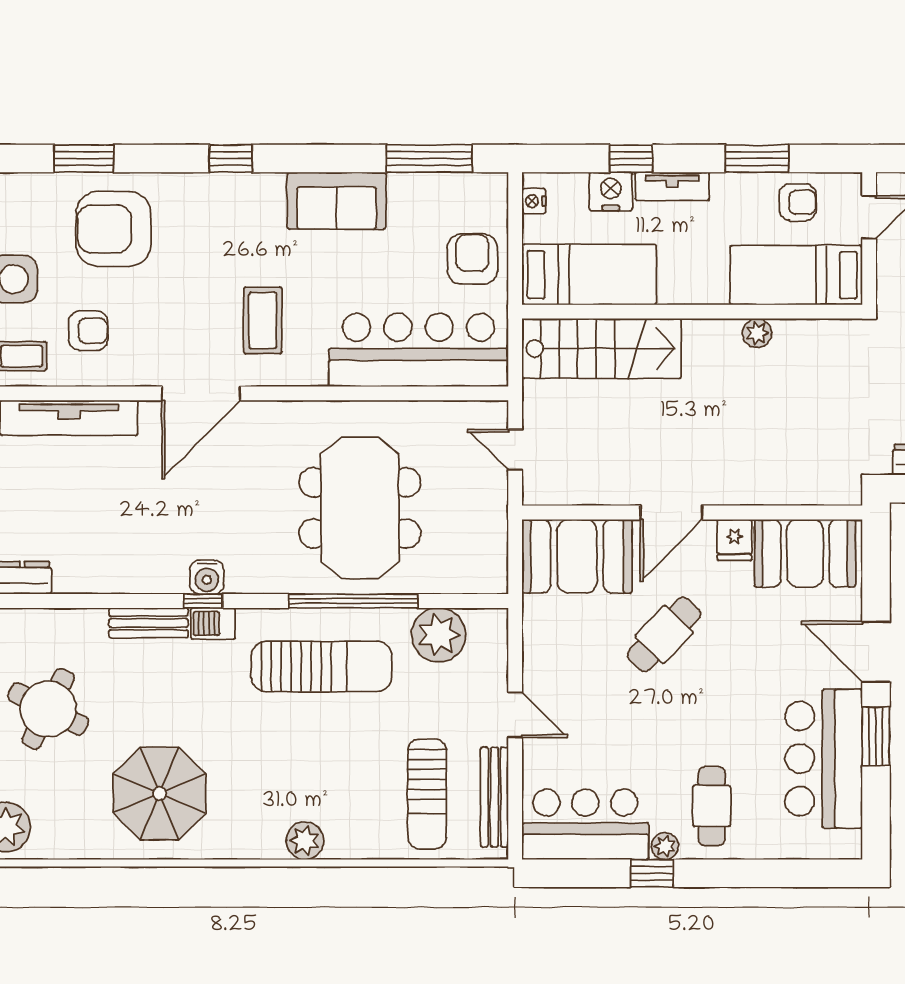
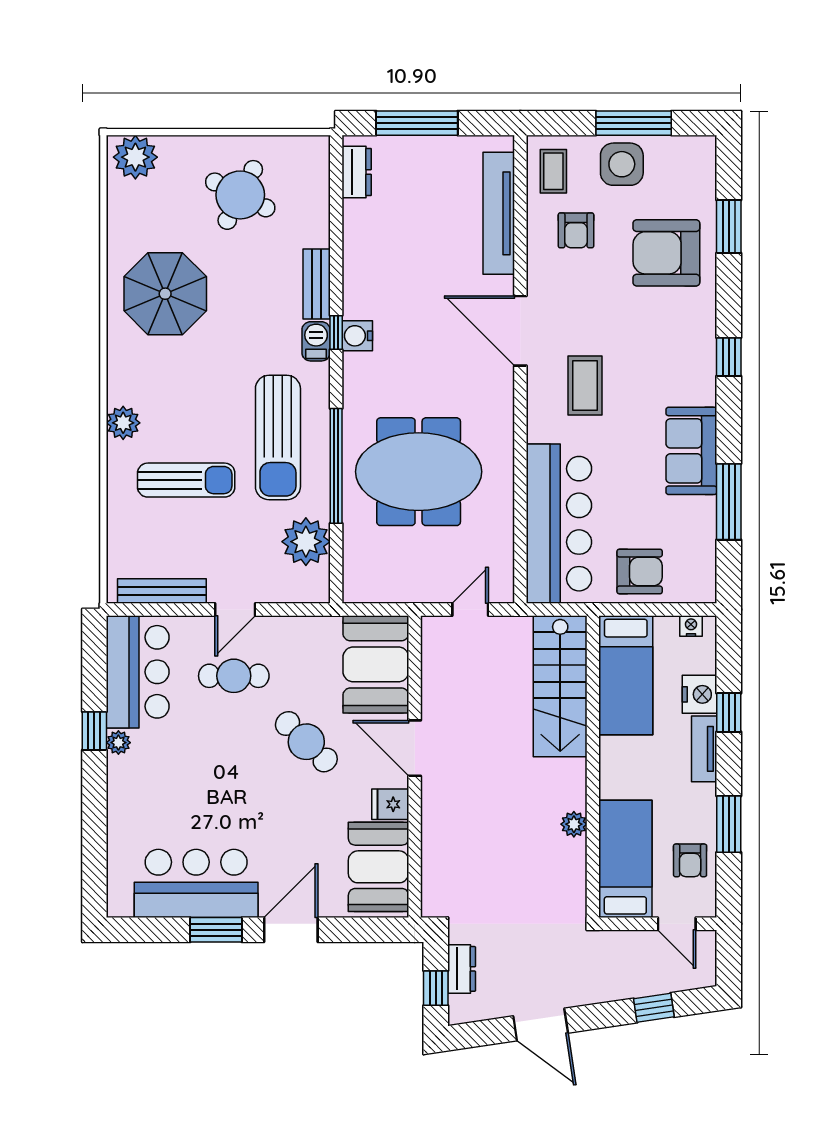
window: (429, 159) -> (729, 502), moved
armchair: (113, 229) -> (666, 253), turned -90
coffee table: (263, 320) -> (585, 385), turned 90
sun lounger: (427, 794) -> (186, 480), moved, turned 180
cafe table: (712, 806) -> (234, 676), moved

